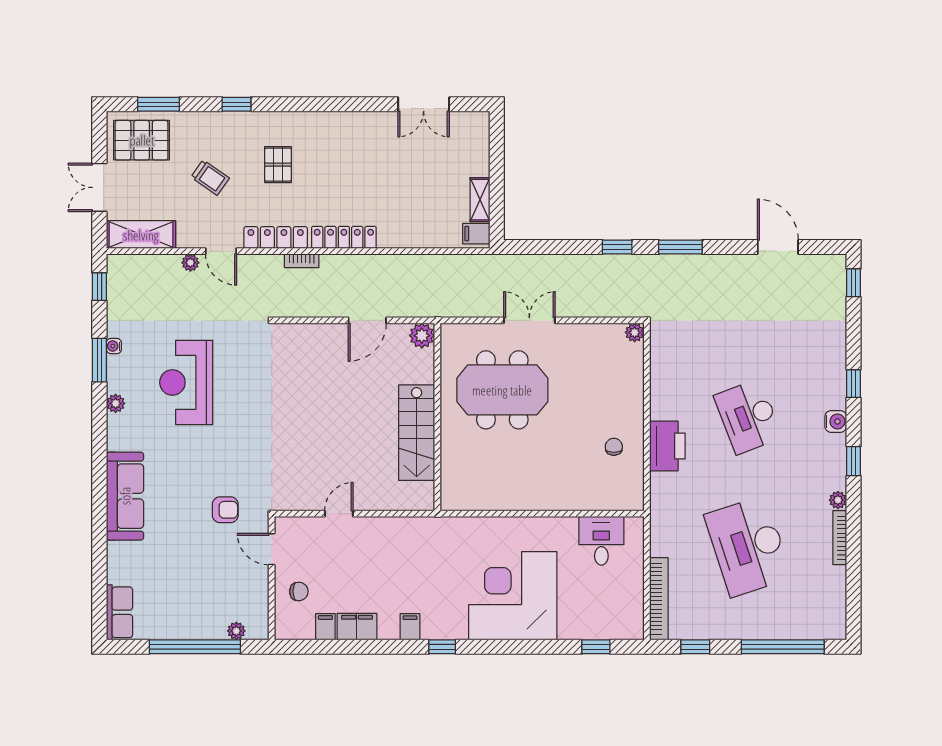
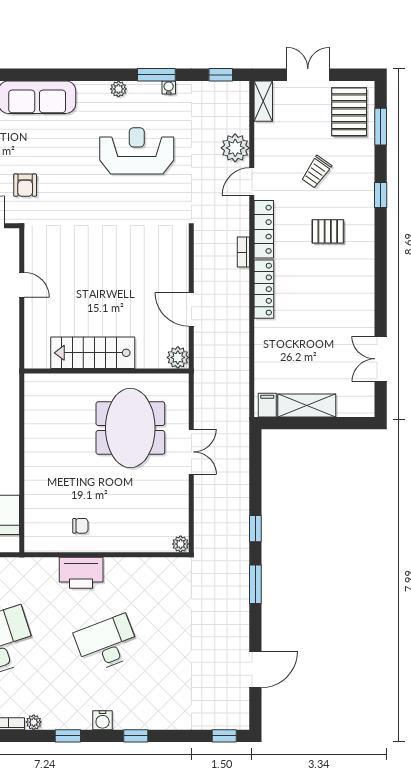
shelving: (480, 200) -> (307, 405), width x1.50, depth x1.33
shelving: (141, 235) -> (263, 101), width x0.67, depth x0.75
plant: (190, 263) -> (235, 148), width x1.88, depth x1.88

